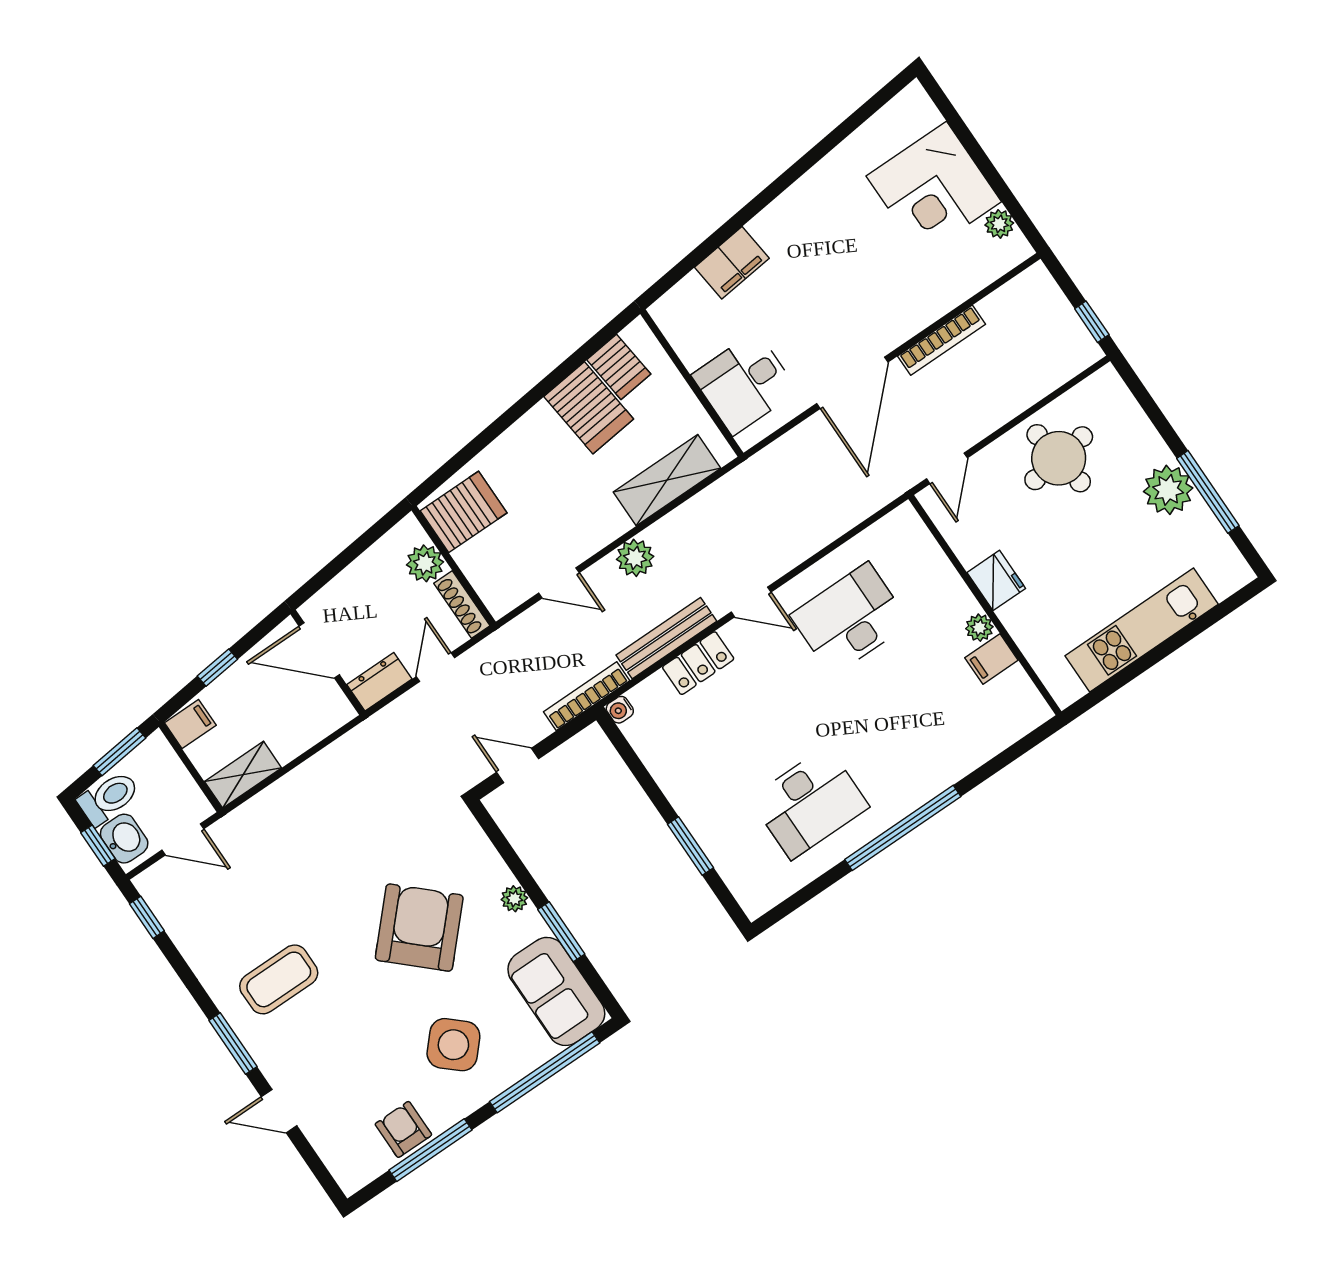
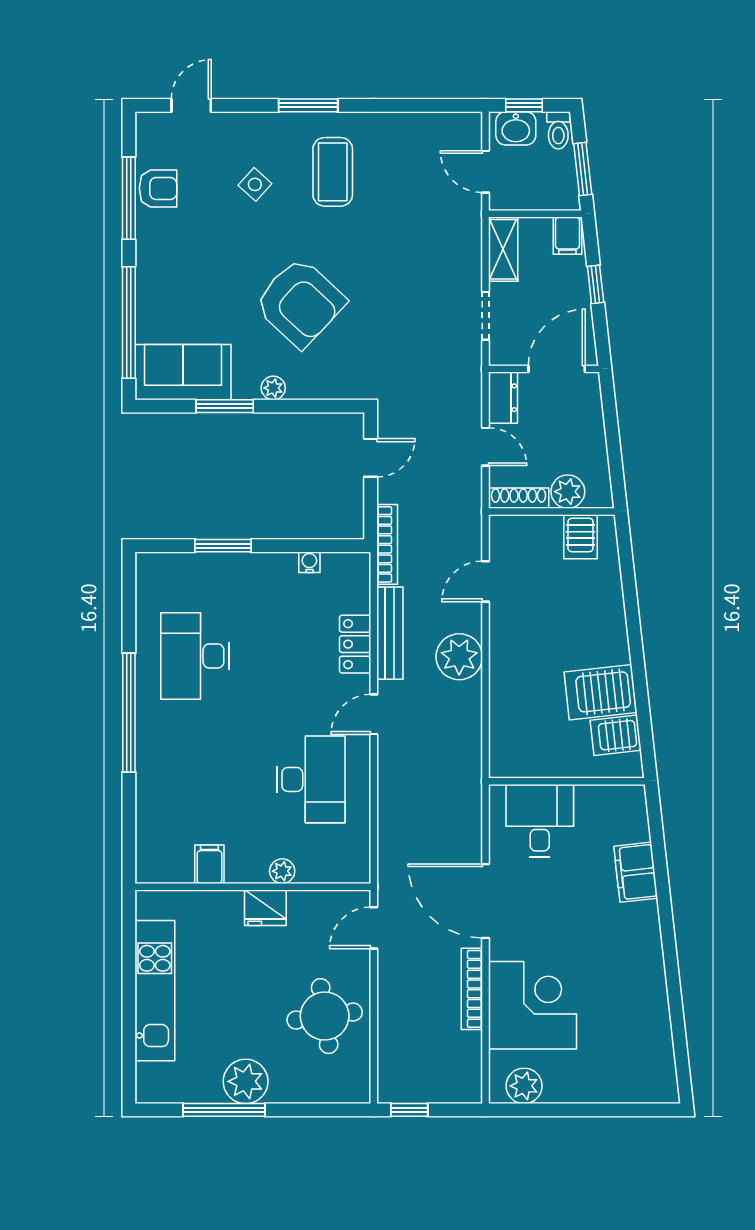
corner desk: (934, 189) -> (532, 1005), moved, turned 90
plant: (999, 224) -> (524, 1086), width x1.38, depth x1.38
door: (947, 468) -> (374, 928), hinge flipped
shelving: (667, 480) -> (507, 714), removed
server rack: (464, 512) -> (581, 537), width x0.73, depth x0.70
plant: (635, 558) -> (459, 657), width x1.36, depth x1.36
plant: (979, 628) -> (282, 871), moved
water cooler: (620, 710) -> (309, 562), moved
doorway: (315, 749) -> (485, 316), added
toilet: (109, 798) -> (558, 130), width x0.73, depth x0.72
door: (183, 839) -> (485, 172), hinge flipped
window: (147, 917) -> (446, 105), removed
side table: (453, 1045) -> (255, 184), moved, width x0.54, depth x0.54
door: (279, 1111) -> (191, 105), moved

